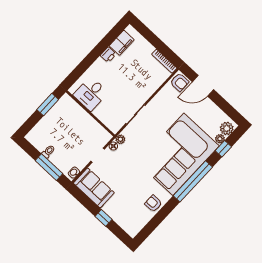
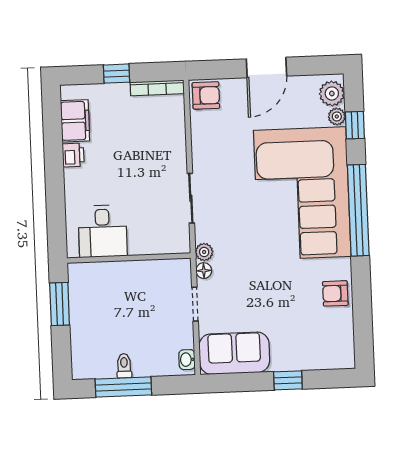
window: (155, 41) -> (116, 74), added
door: (203, 86) -> (266, 67), moved
window: (49, 167) -> (123, 387), moved

